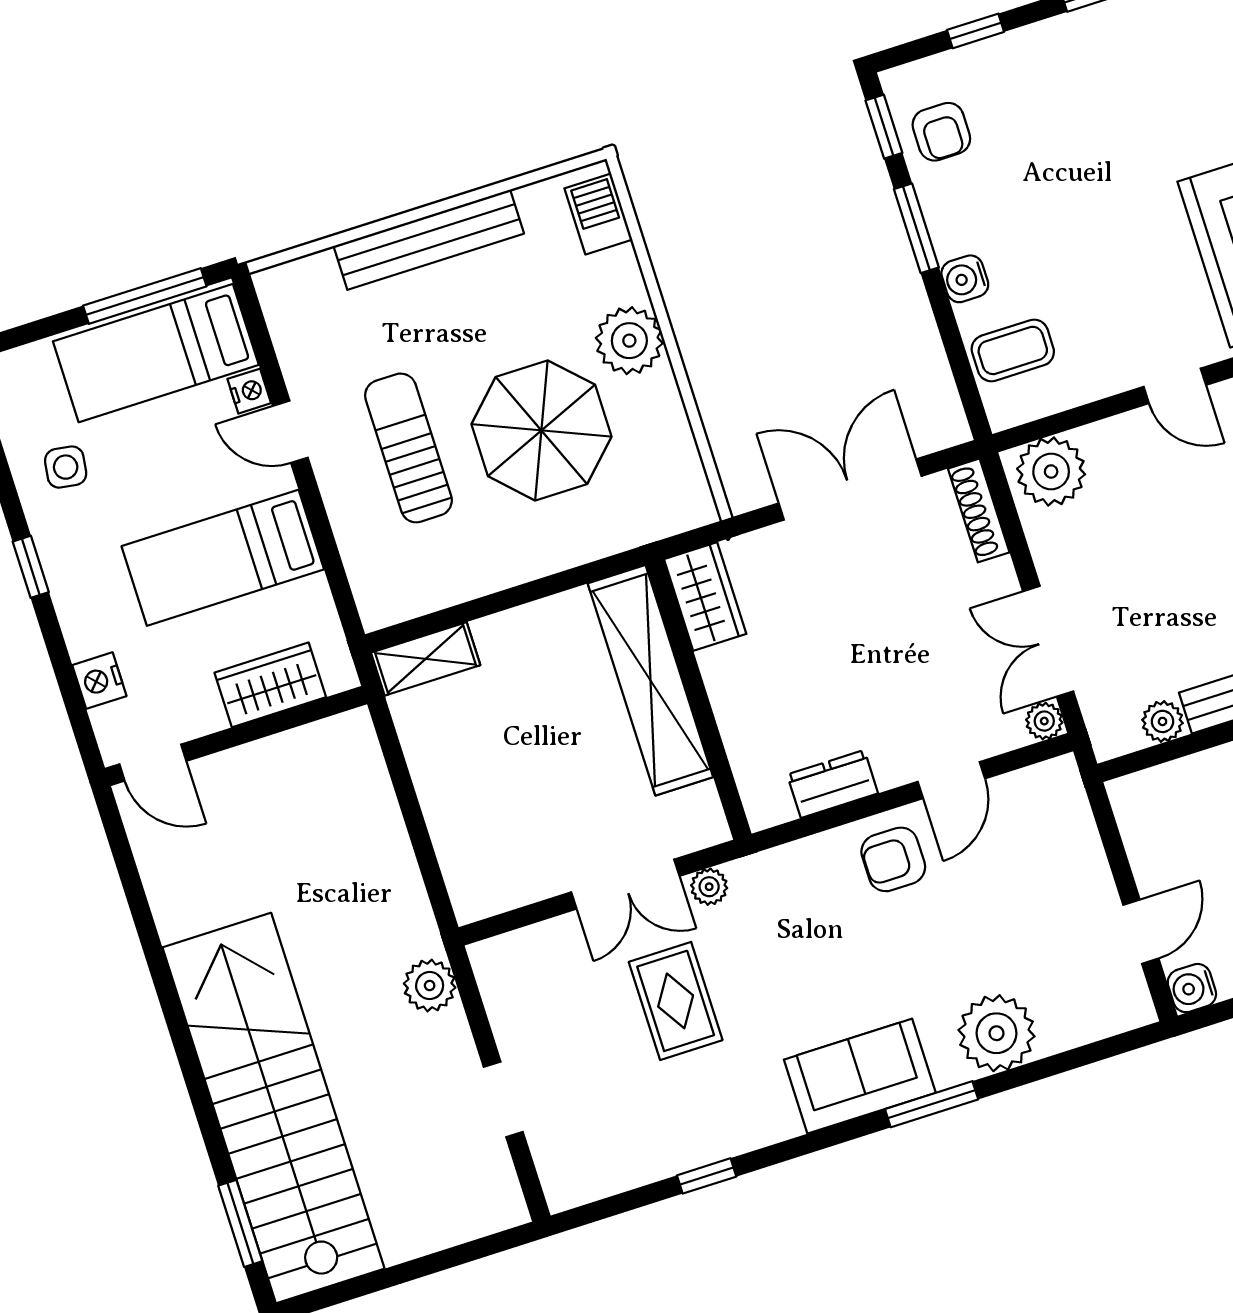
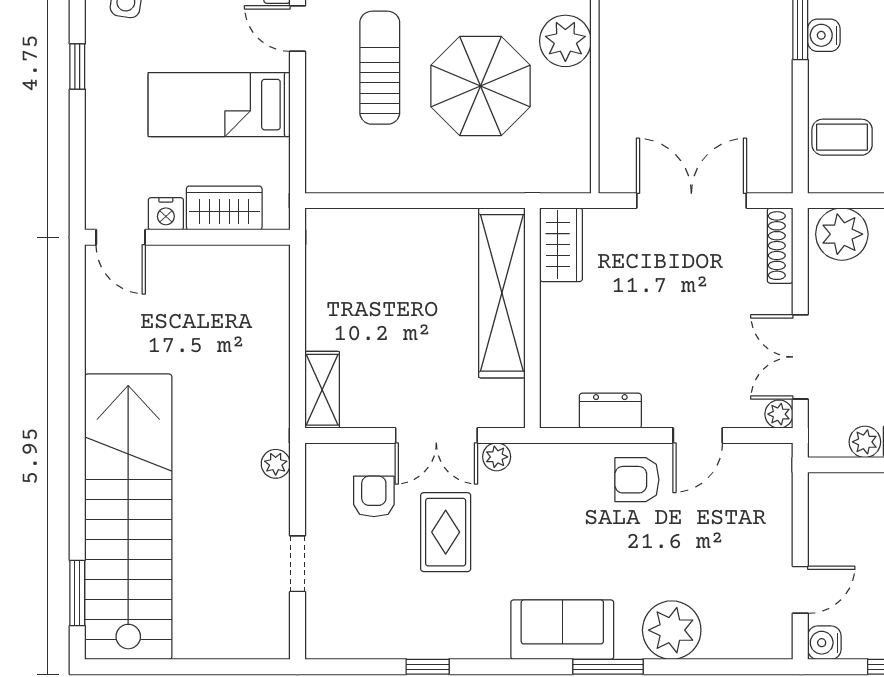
water cooler: (965, 279) -> (824, 35), moved
shelving: (426, 659) -> (322, 390), moved, turned 90
nightstand: (99, 681) -> (166, 214), moved, turned -90
armchair: (572, 985) -> (374, 496), added
plant: (430, 986) -> (276, 464), width x0.73, depth x0.73

